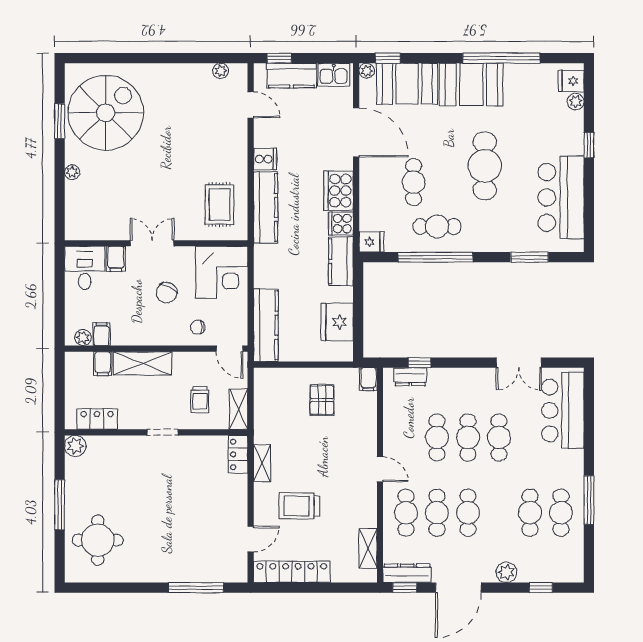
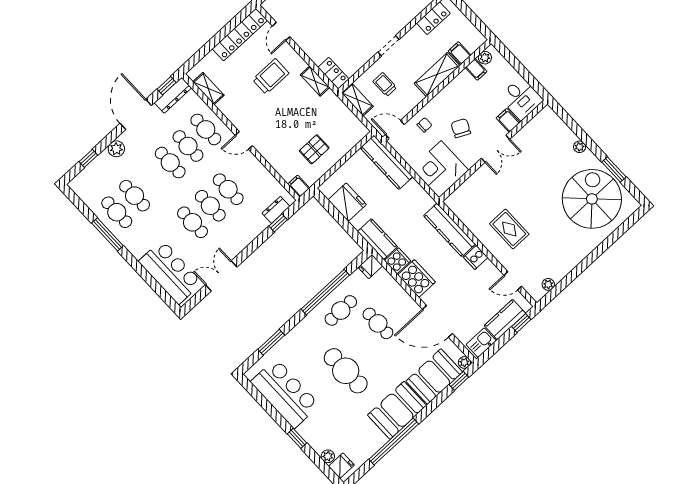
spiral stairs: (106, 113) -> (592, 199), turned 180
rug: (220, 205) -> (509, 229), moved
pallet: (322, 400) -> (314, 149), turned 90

